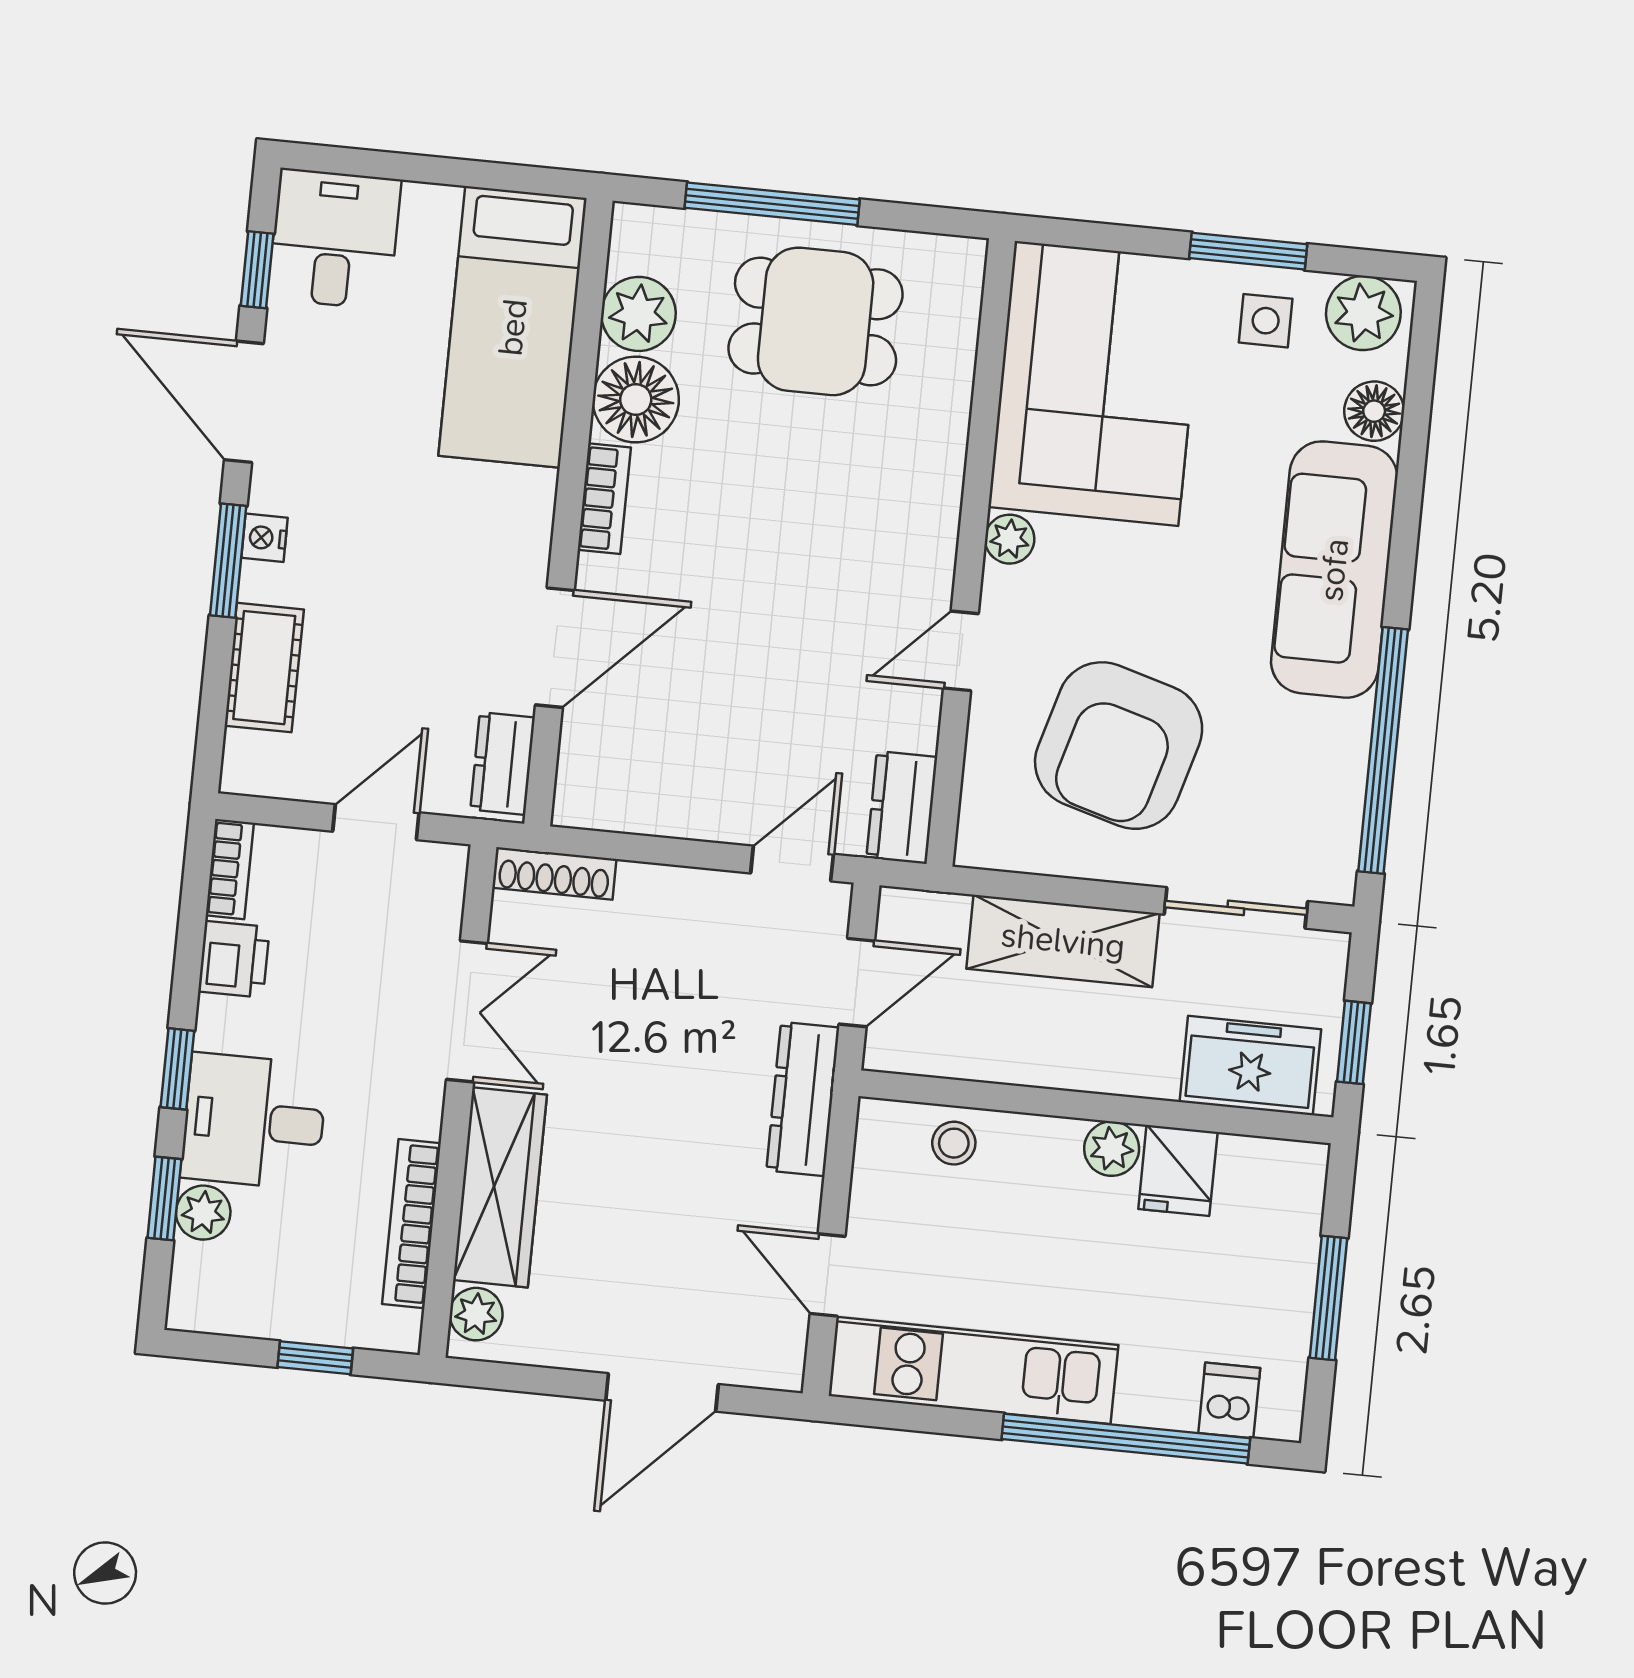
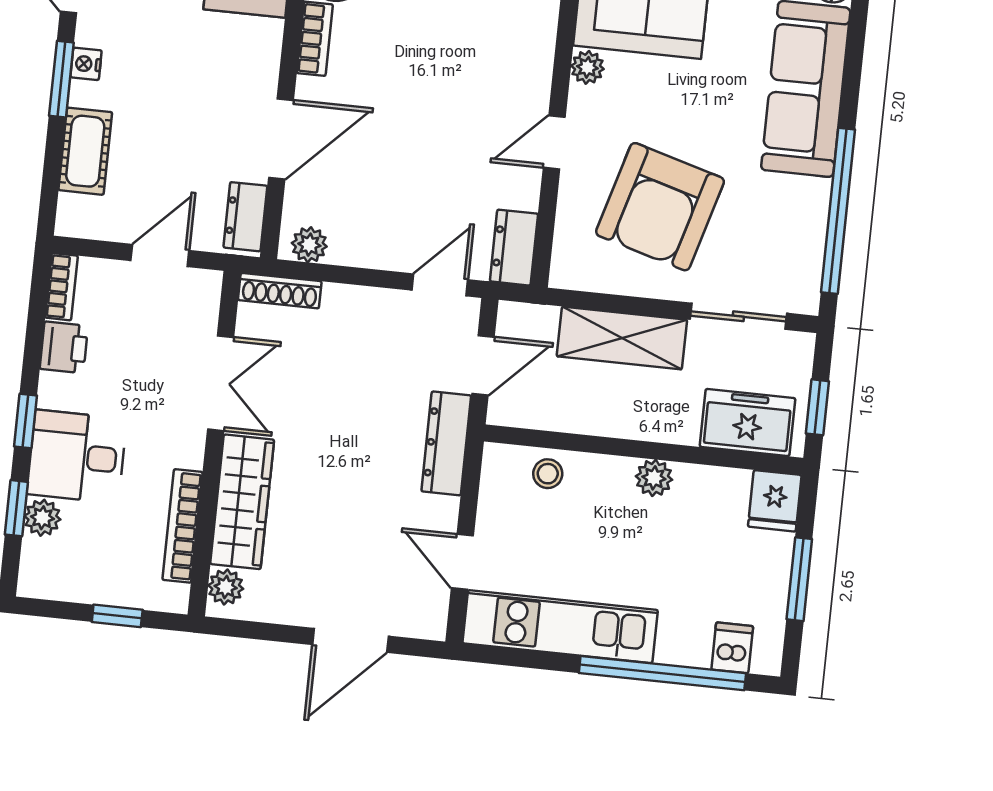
plant: (598, 805) -> (309, 245), added
fridge: (1178, 1170) -> (775, 501), moved

